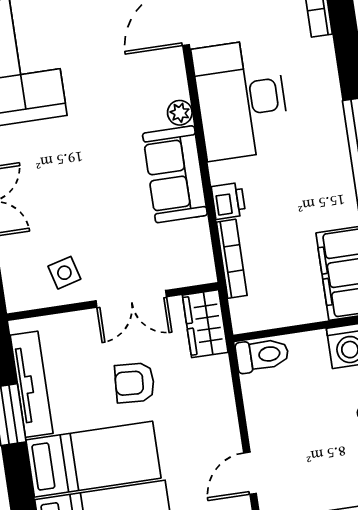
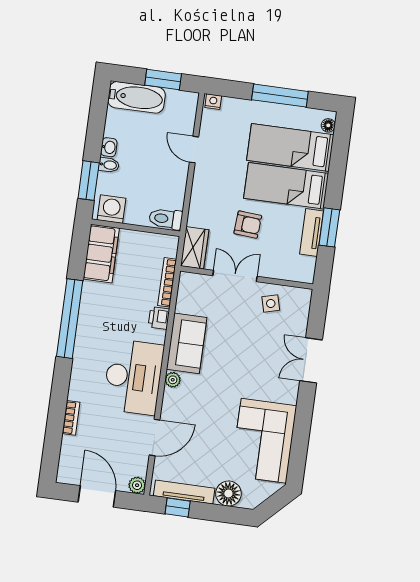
tv unit: (32, 384) -> (312, 233), width x0.71
door: (250, 473) -> (194, 150), swing flipped

